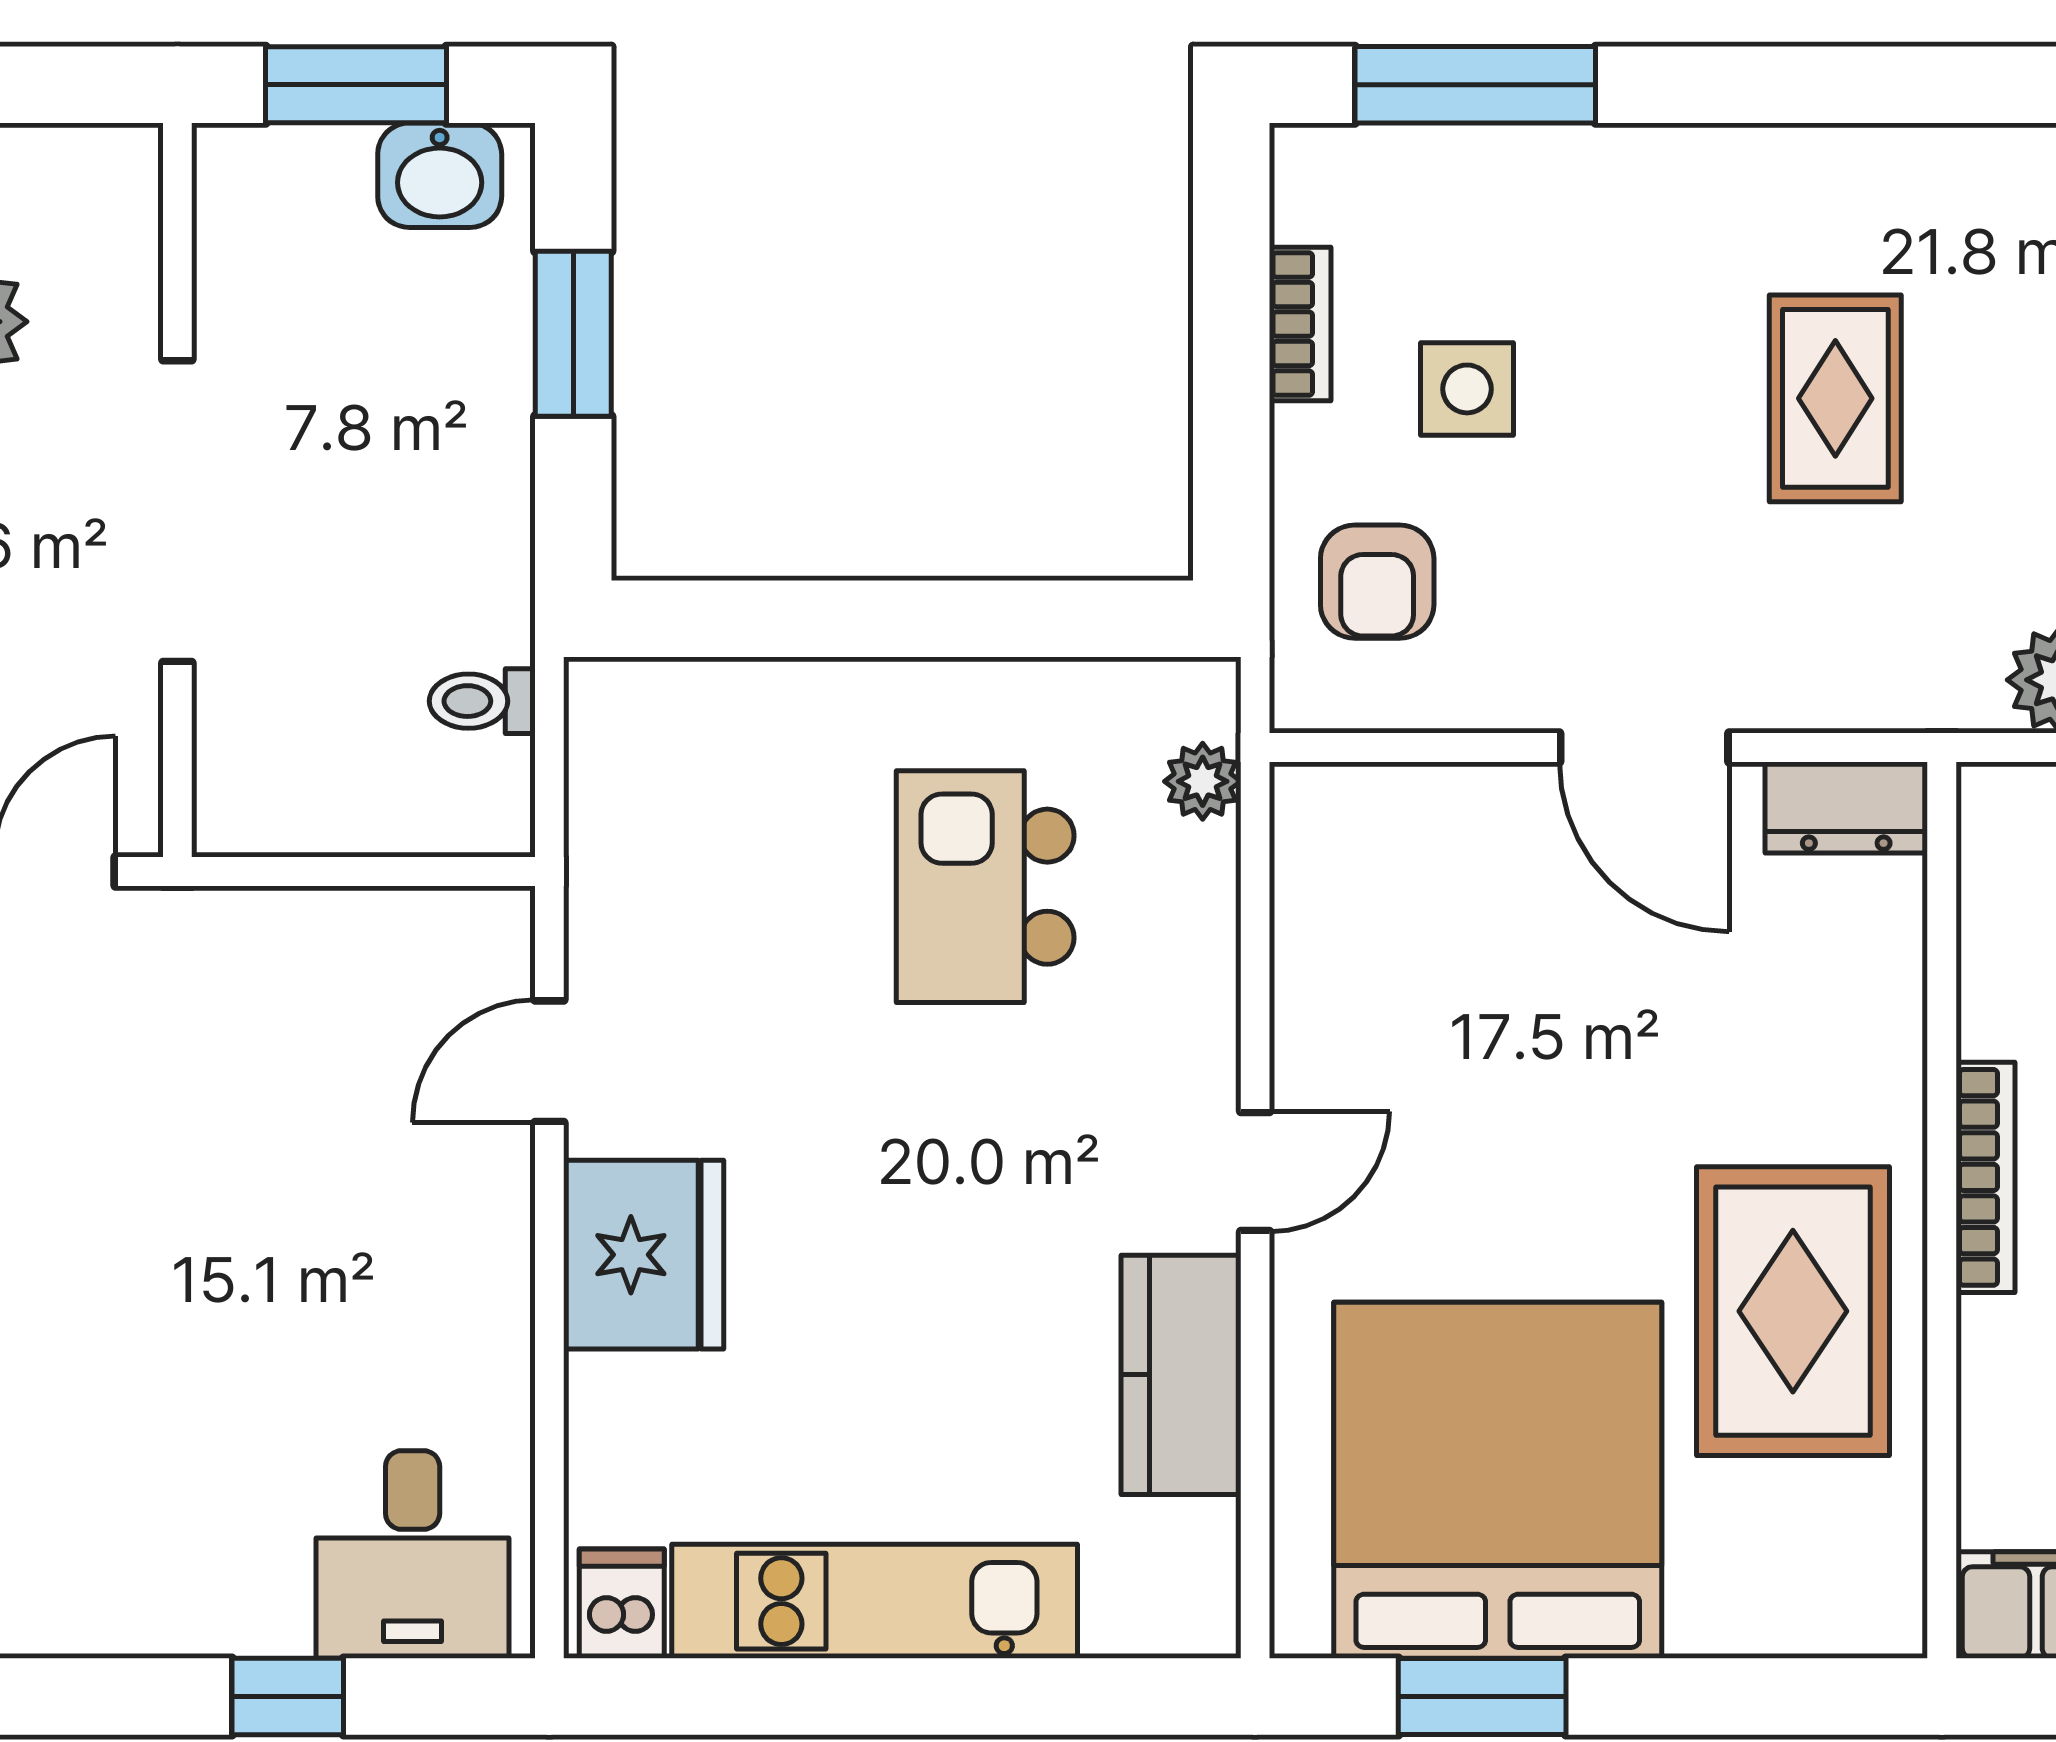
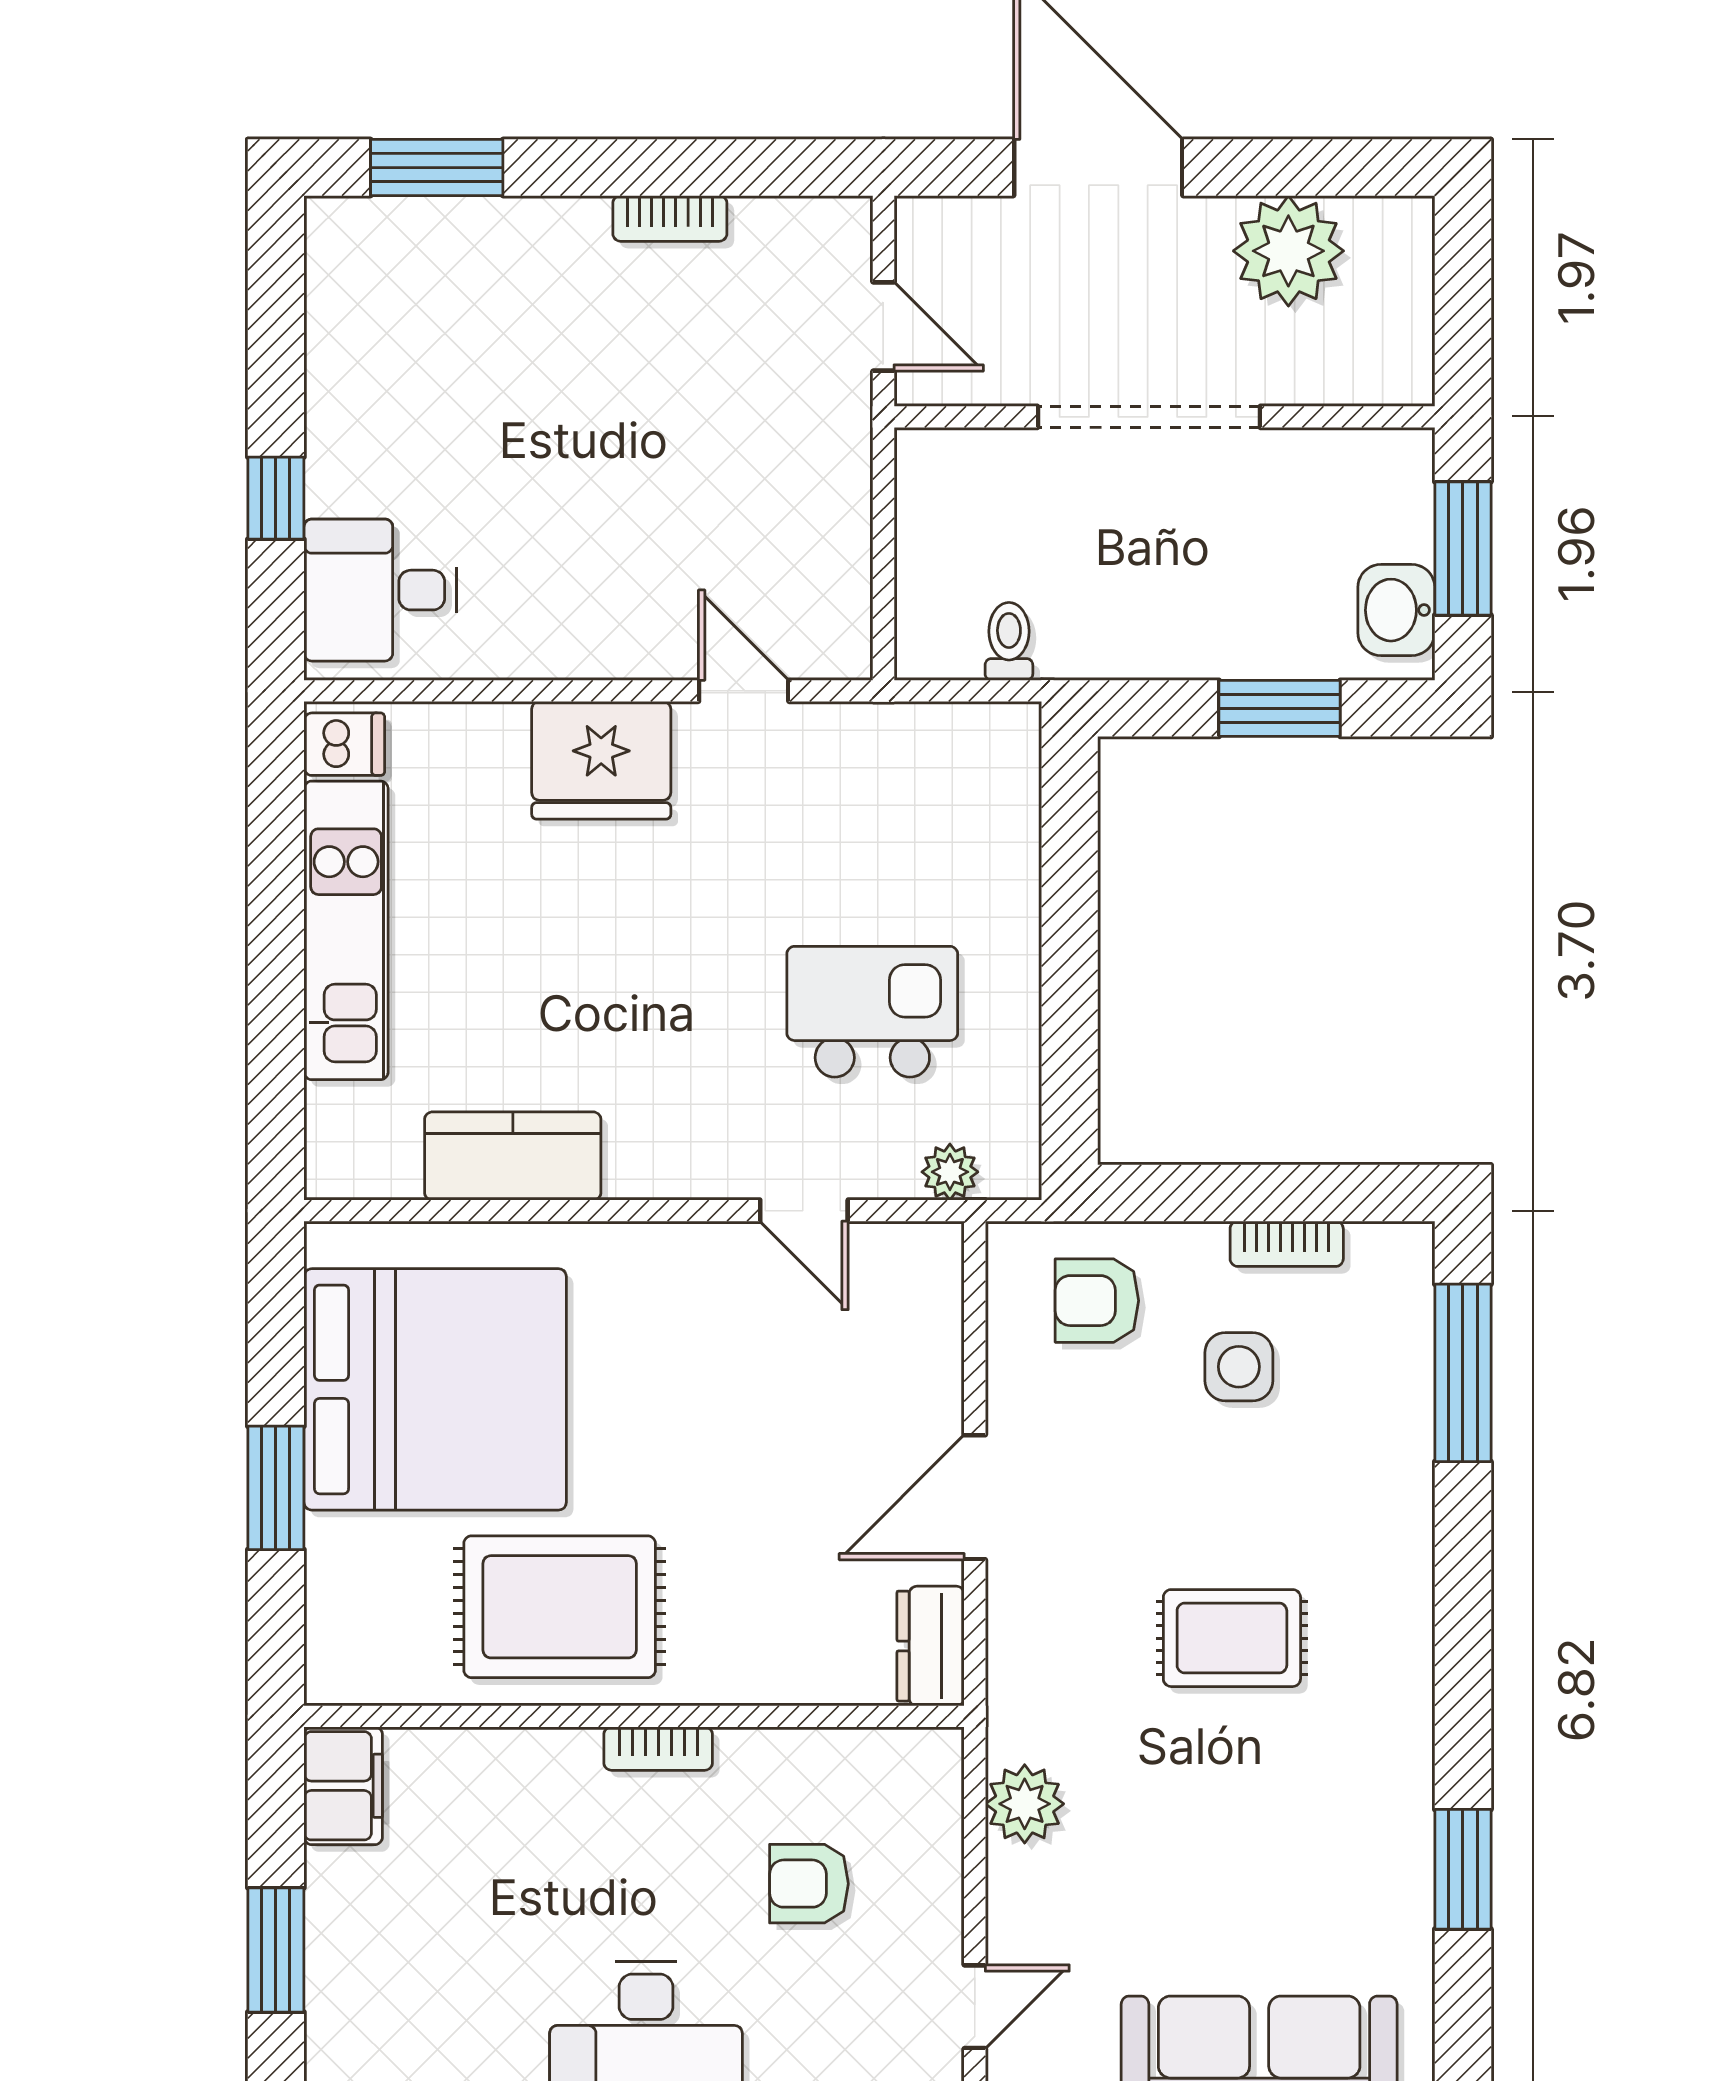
door: (1255, 1171) -> (804, 1211), moved
bookcase: (1986, 1177) -> (658, 1749), width x0.64
window: (1482, 1696) -> (276, 1488), moved

